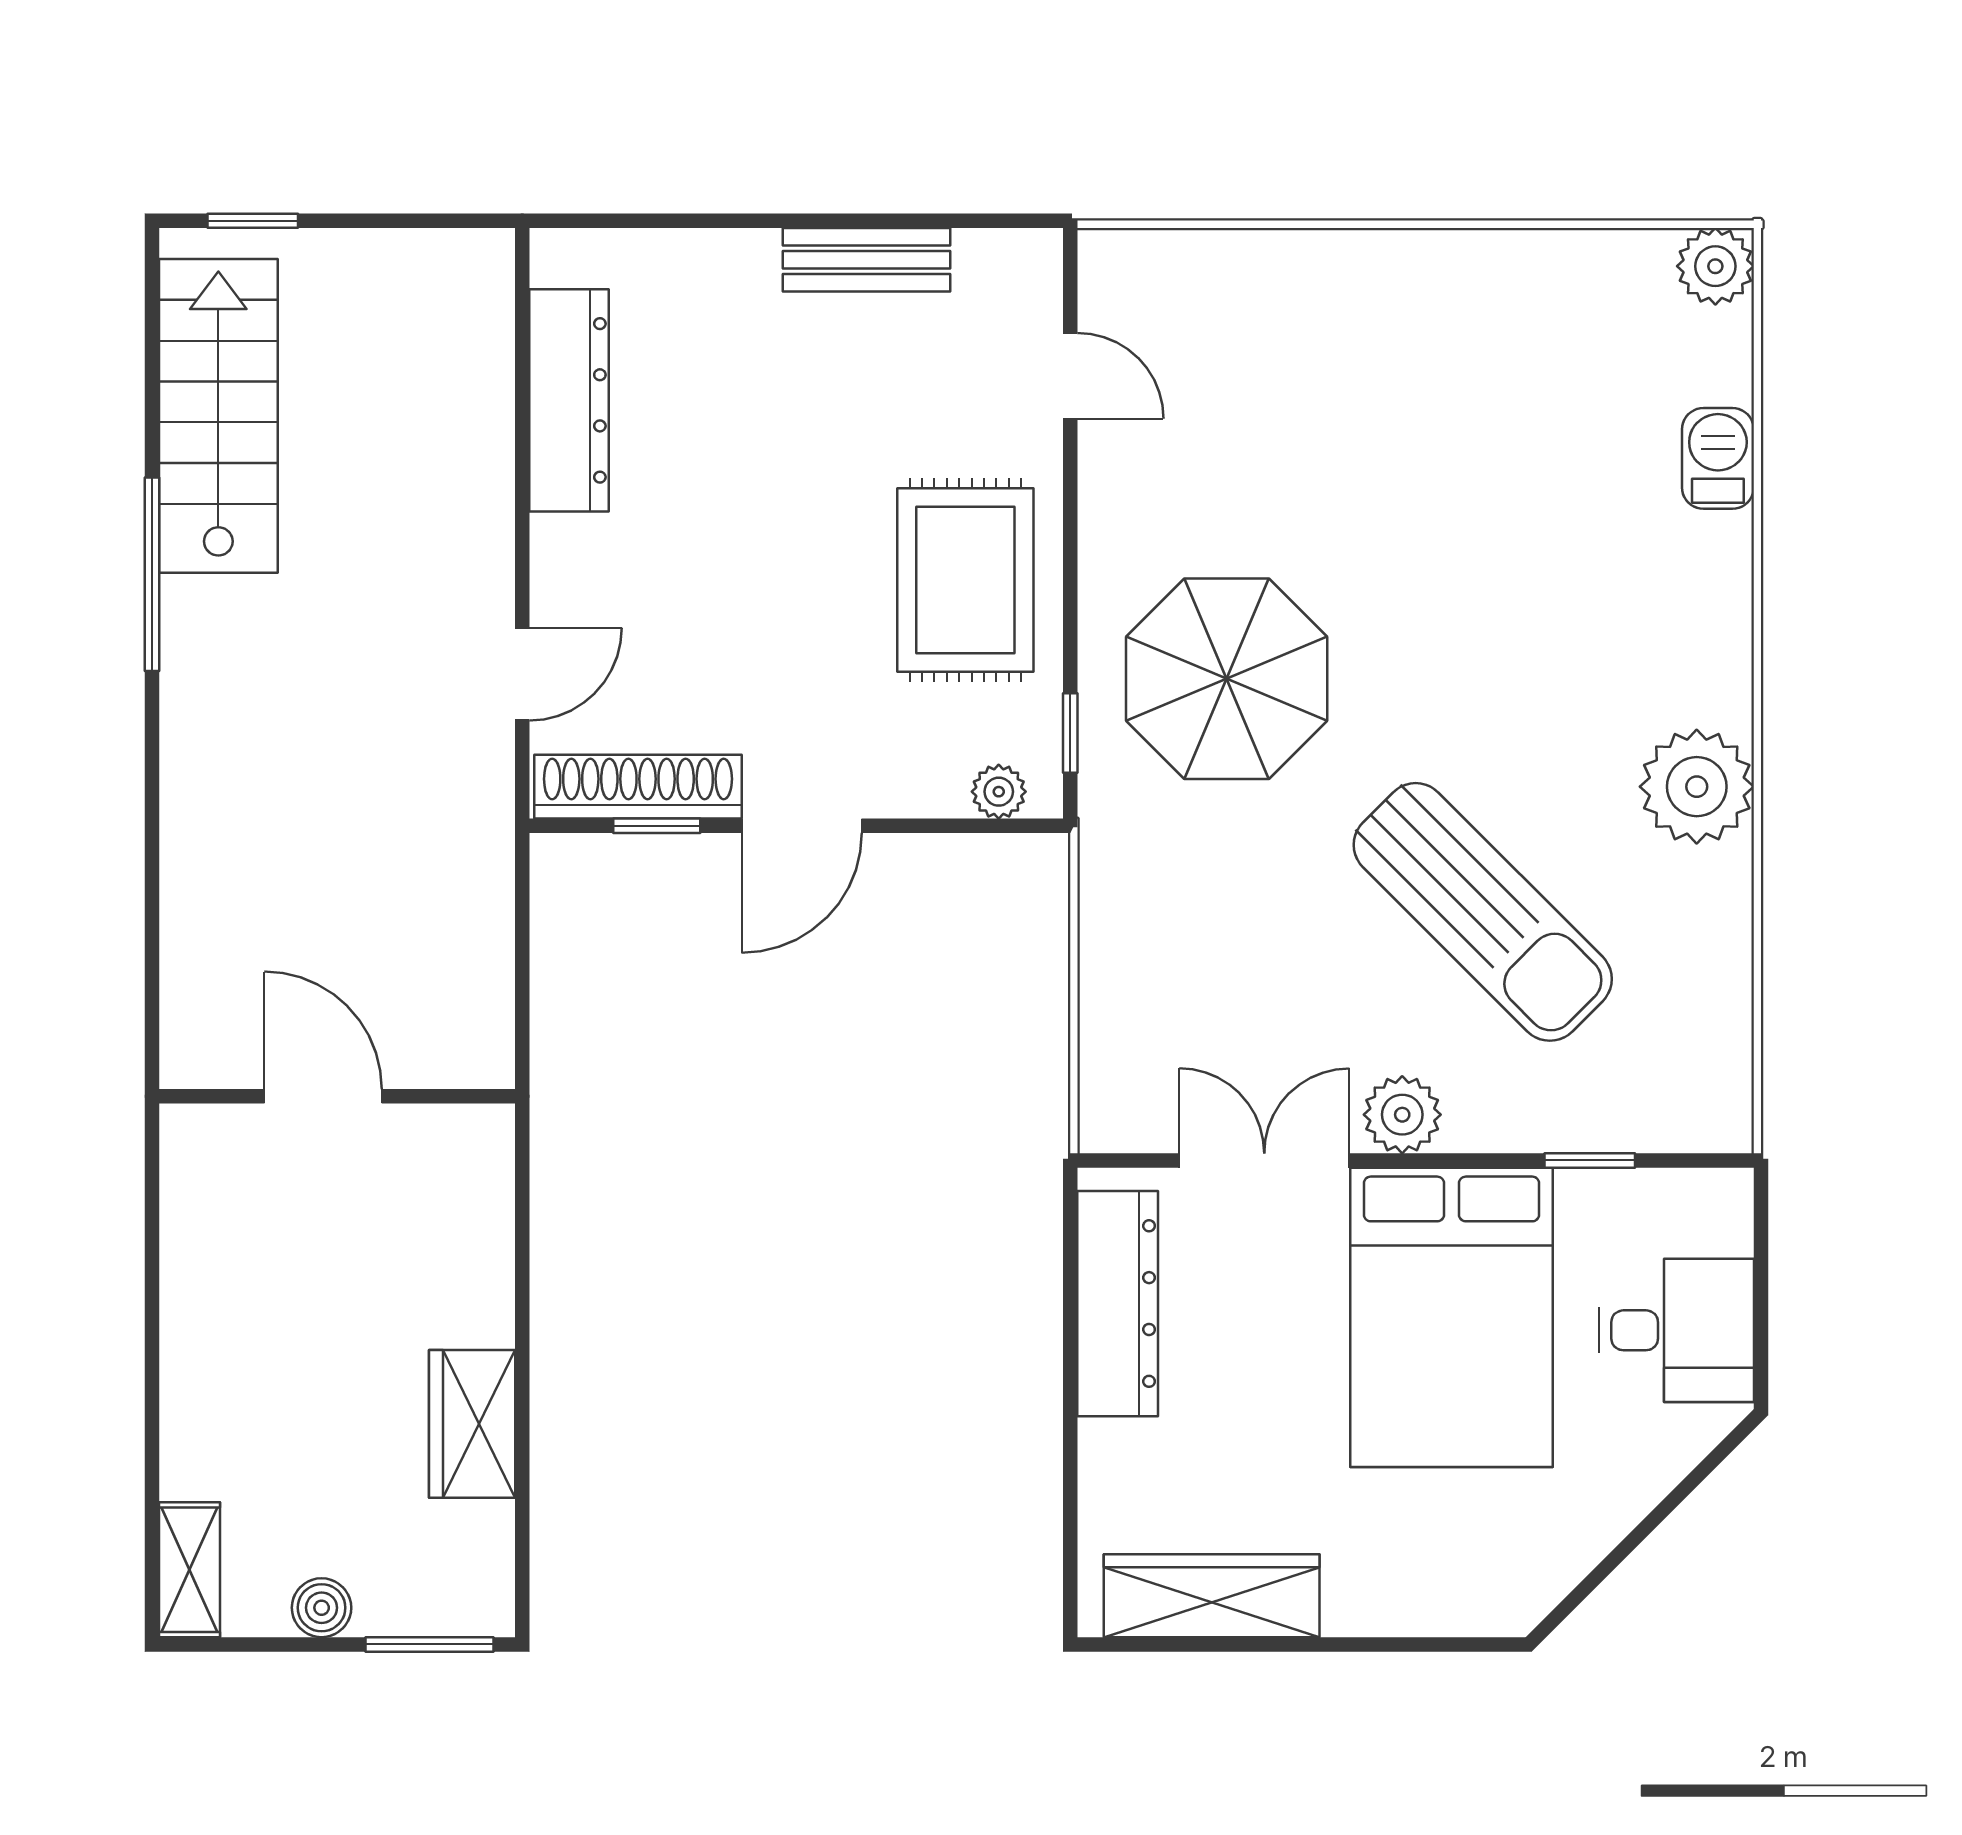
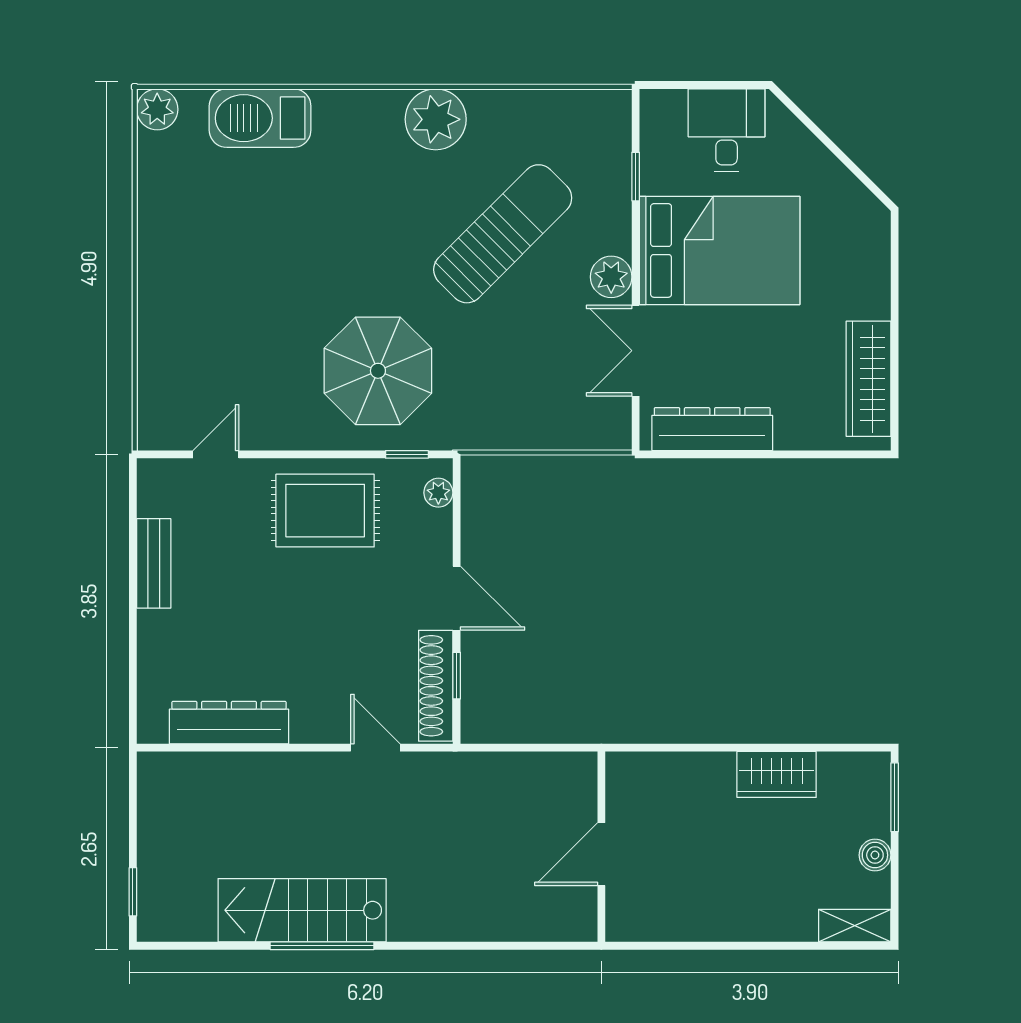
stairs: (218, 416) -> (302, 910), moved
barbecue: (1718, 458) -> (260, 118), width x1.88, depth x1.53

